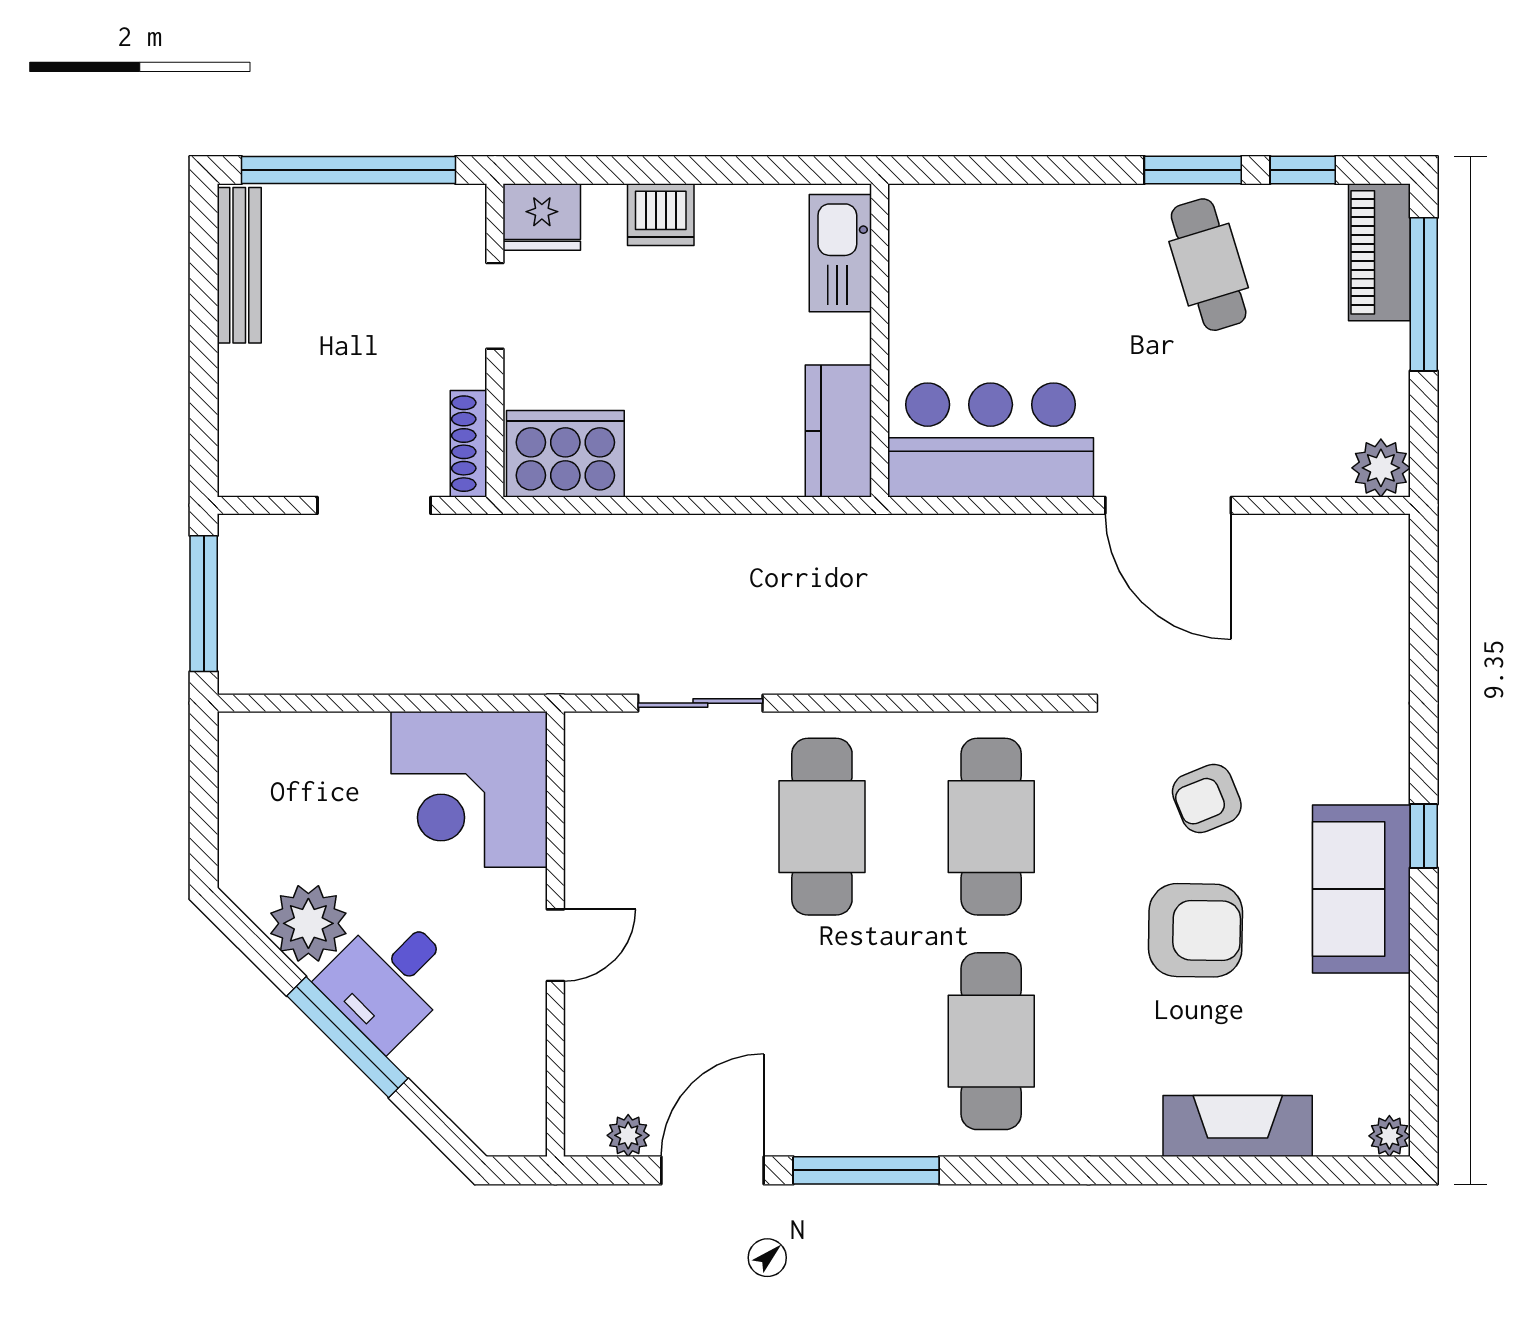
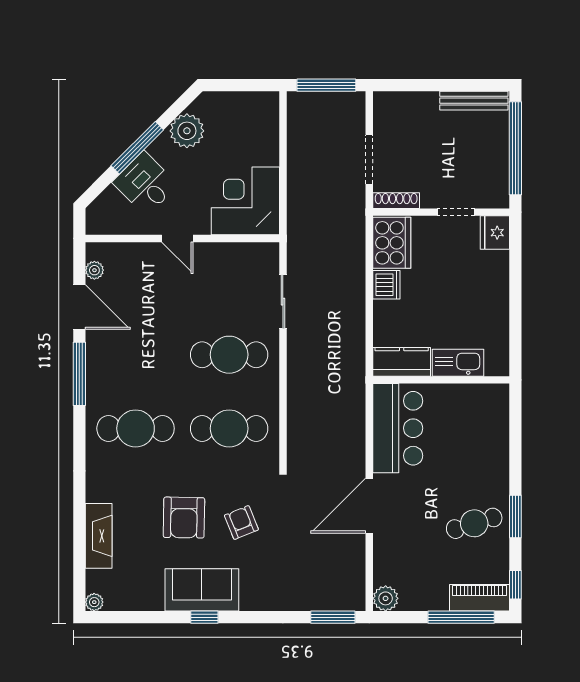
window: (1303, 170) -> (515, 585), moved
dishwasher: (661, 215) -> (386, 285), moved, turned 180
kitchen sink: (840, 253) -> (458, 363), moved
window: (1424, 589) -> (333, 617), added
window: (1424, 836) -> (204, 617), moved
desk: (389, 979) -> (145, 184), moved

